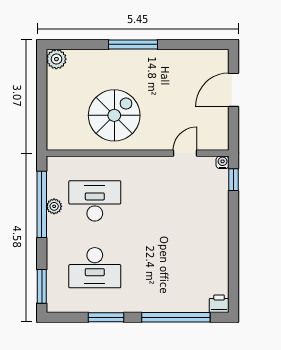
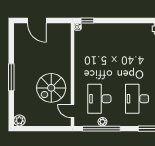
spiral stairs: (114, 115) -> (51, 88), turned -90
door: (185, 153) -> (73, 111), moved
desk: (95, 268) -> (137, 99), turned 180

